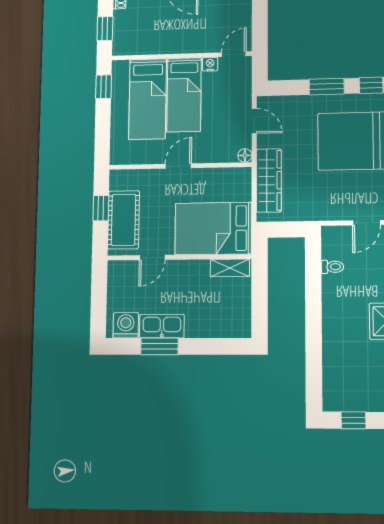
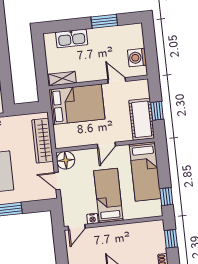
bed: (148, 99) -> (145, 171), moved, turned 180
floor lamp: (245, 155) -> (66, 160), width x1.89, depth x1.89
cot: (124, 220) -> (142, 119), moved
door: (152, 257) -> (117, 80), hinge flipped
washing machine: (126, 325) -> (137, 58), moved, turned 90
kitchen sink: (162, 326) -> (72, 38), moved

